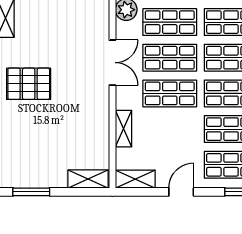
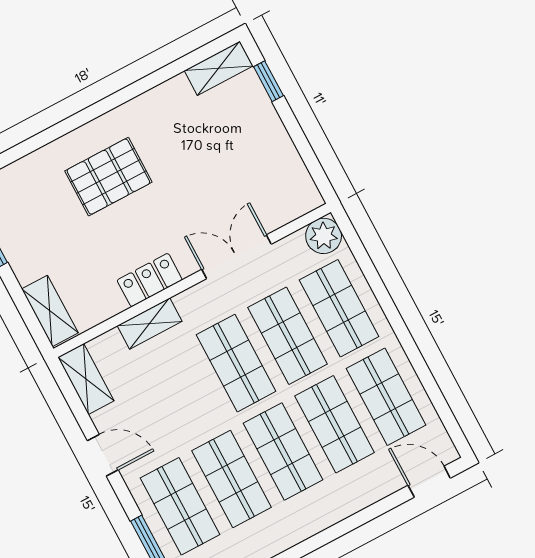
double door: (112, 63) -> (237, 257), swing flipped
pallet: (29, 84) -> (108, 177), moved, turned 90
locker: (100, 116) -> (150, 280), added

